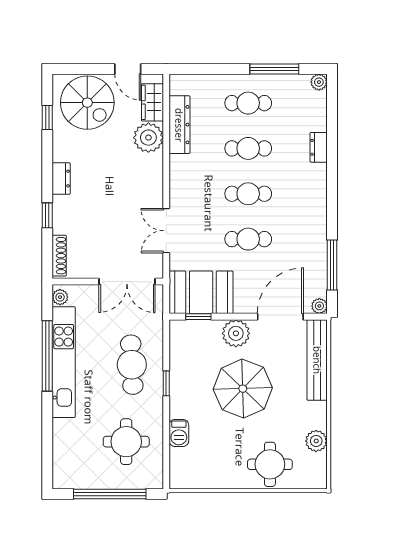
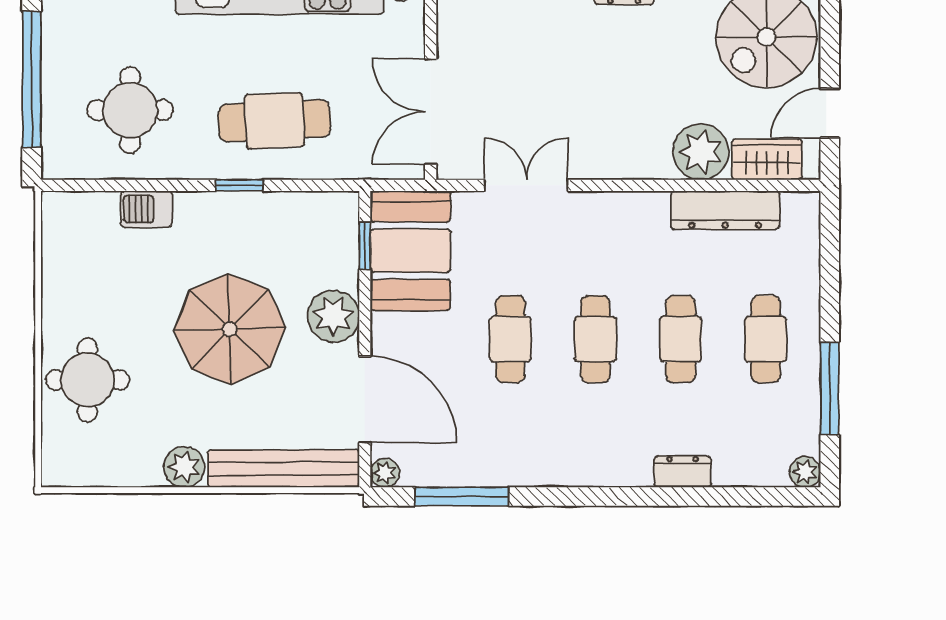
plant: (316, 441) -> (184, 467), moved

